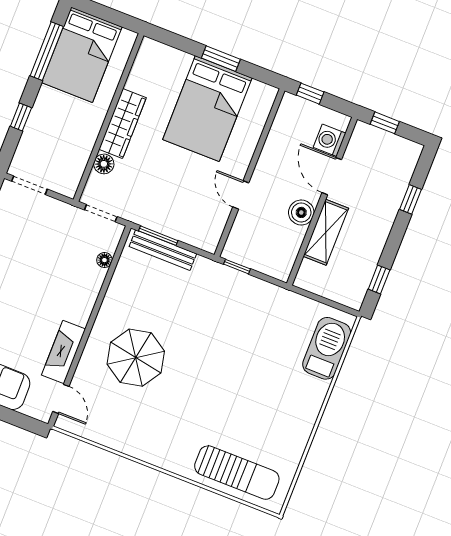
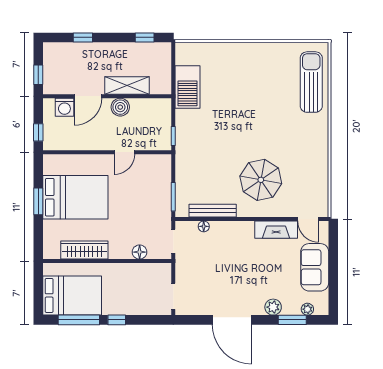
window: (21, 117) -> (117, 320), moved
wardrobe: (123, 124) -> (84, 250), moved
bench: (163, 250) -> (213, 211), moved, turned 90
barbecue: (327, 348) -> (188, 87), moved, turned -90
door: (61, 399) -> (308, 219), swing flipped

